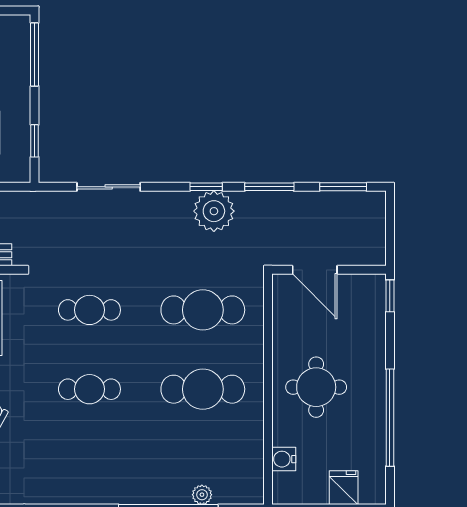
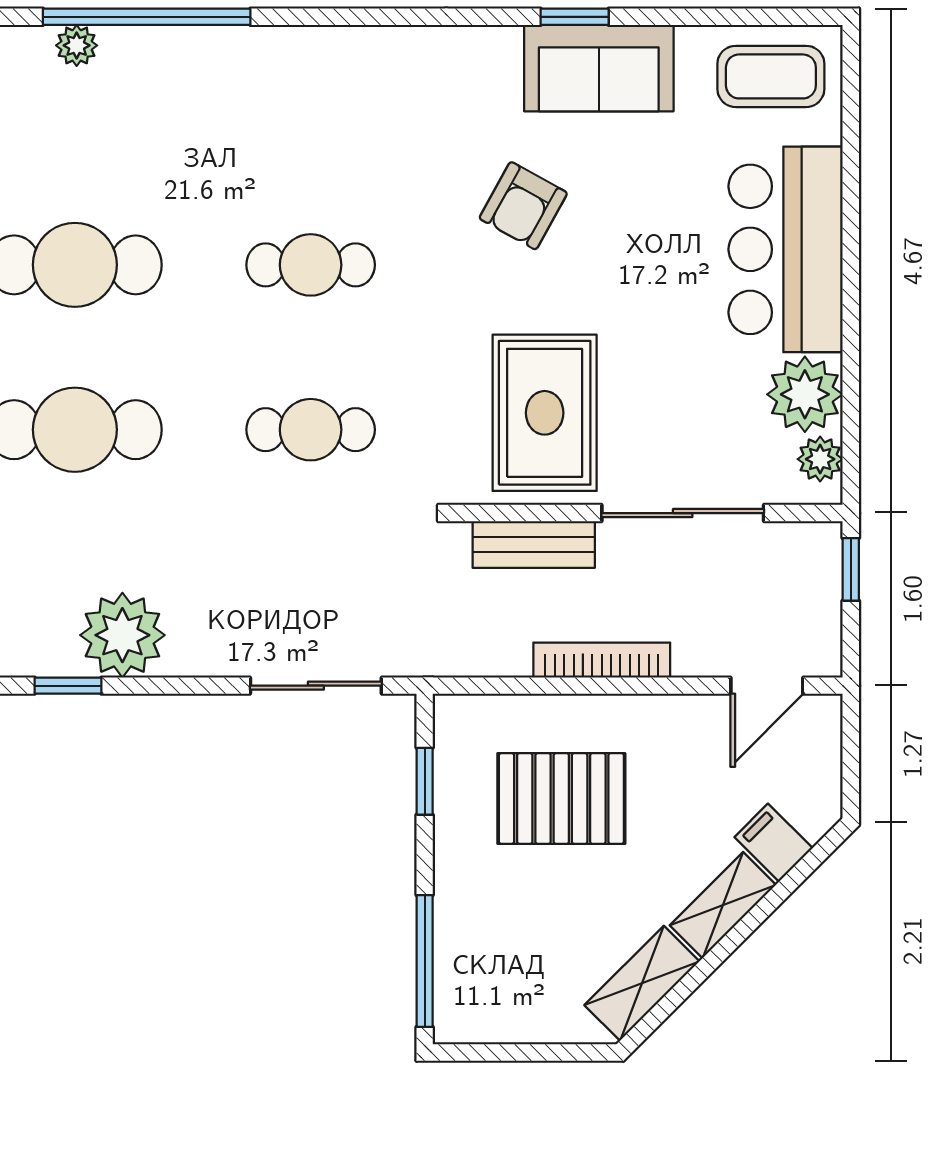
sliding door: (109, 187) -> (316, 686), moved
plant: (214, 211) -> (122, 635), moved

